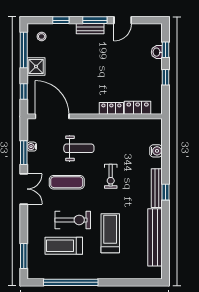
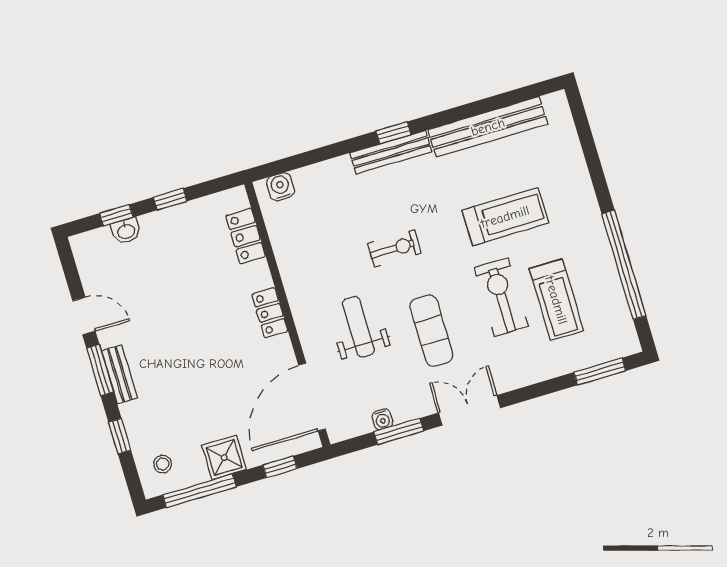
locker: (111, 108) -> (270, 313), moved
water cooler: (156, 151) -> (280, 187), moved
treadmill: (110, 233) -> (505, 217), turned 180

